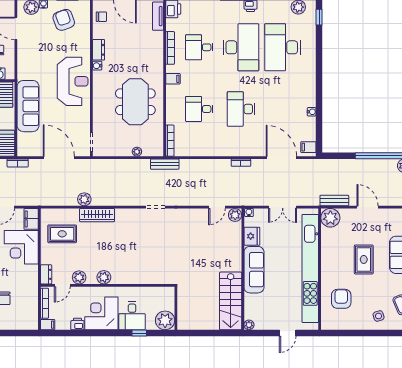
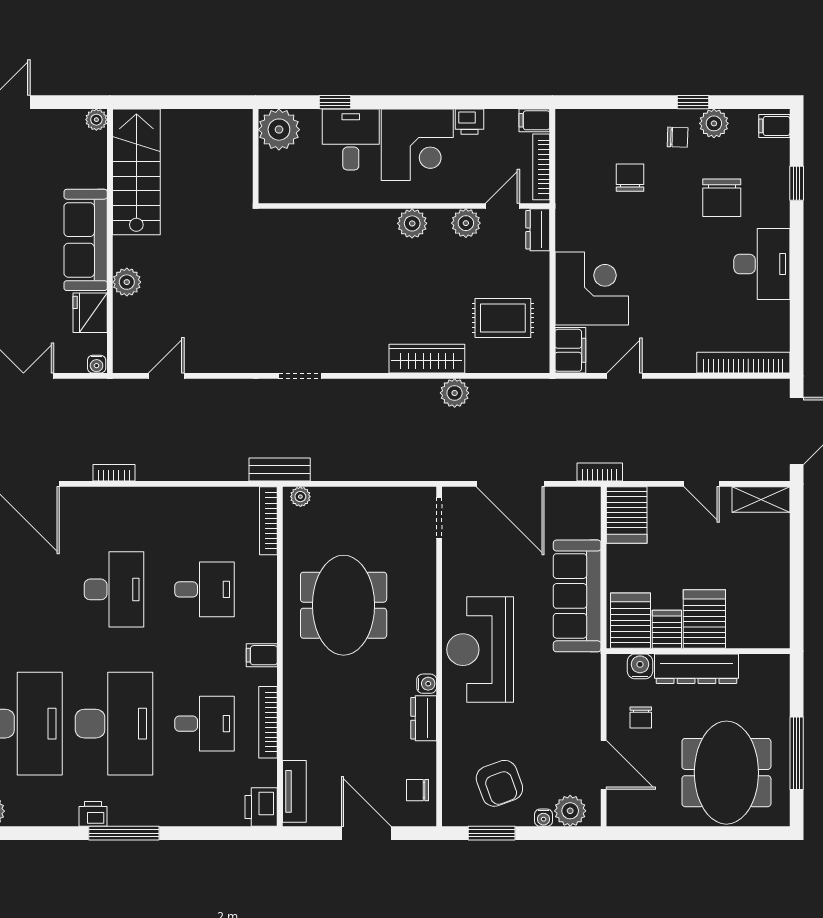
desk: (241, 47) -> (114, 724), turned 180
plant: (137, 152) -> (300, 497), moved
plant: (235, 215) -> (127, 282), moved

